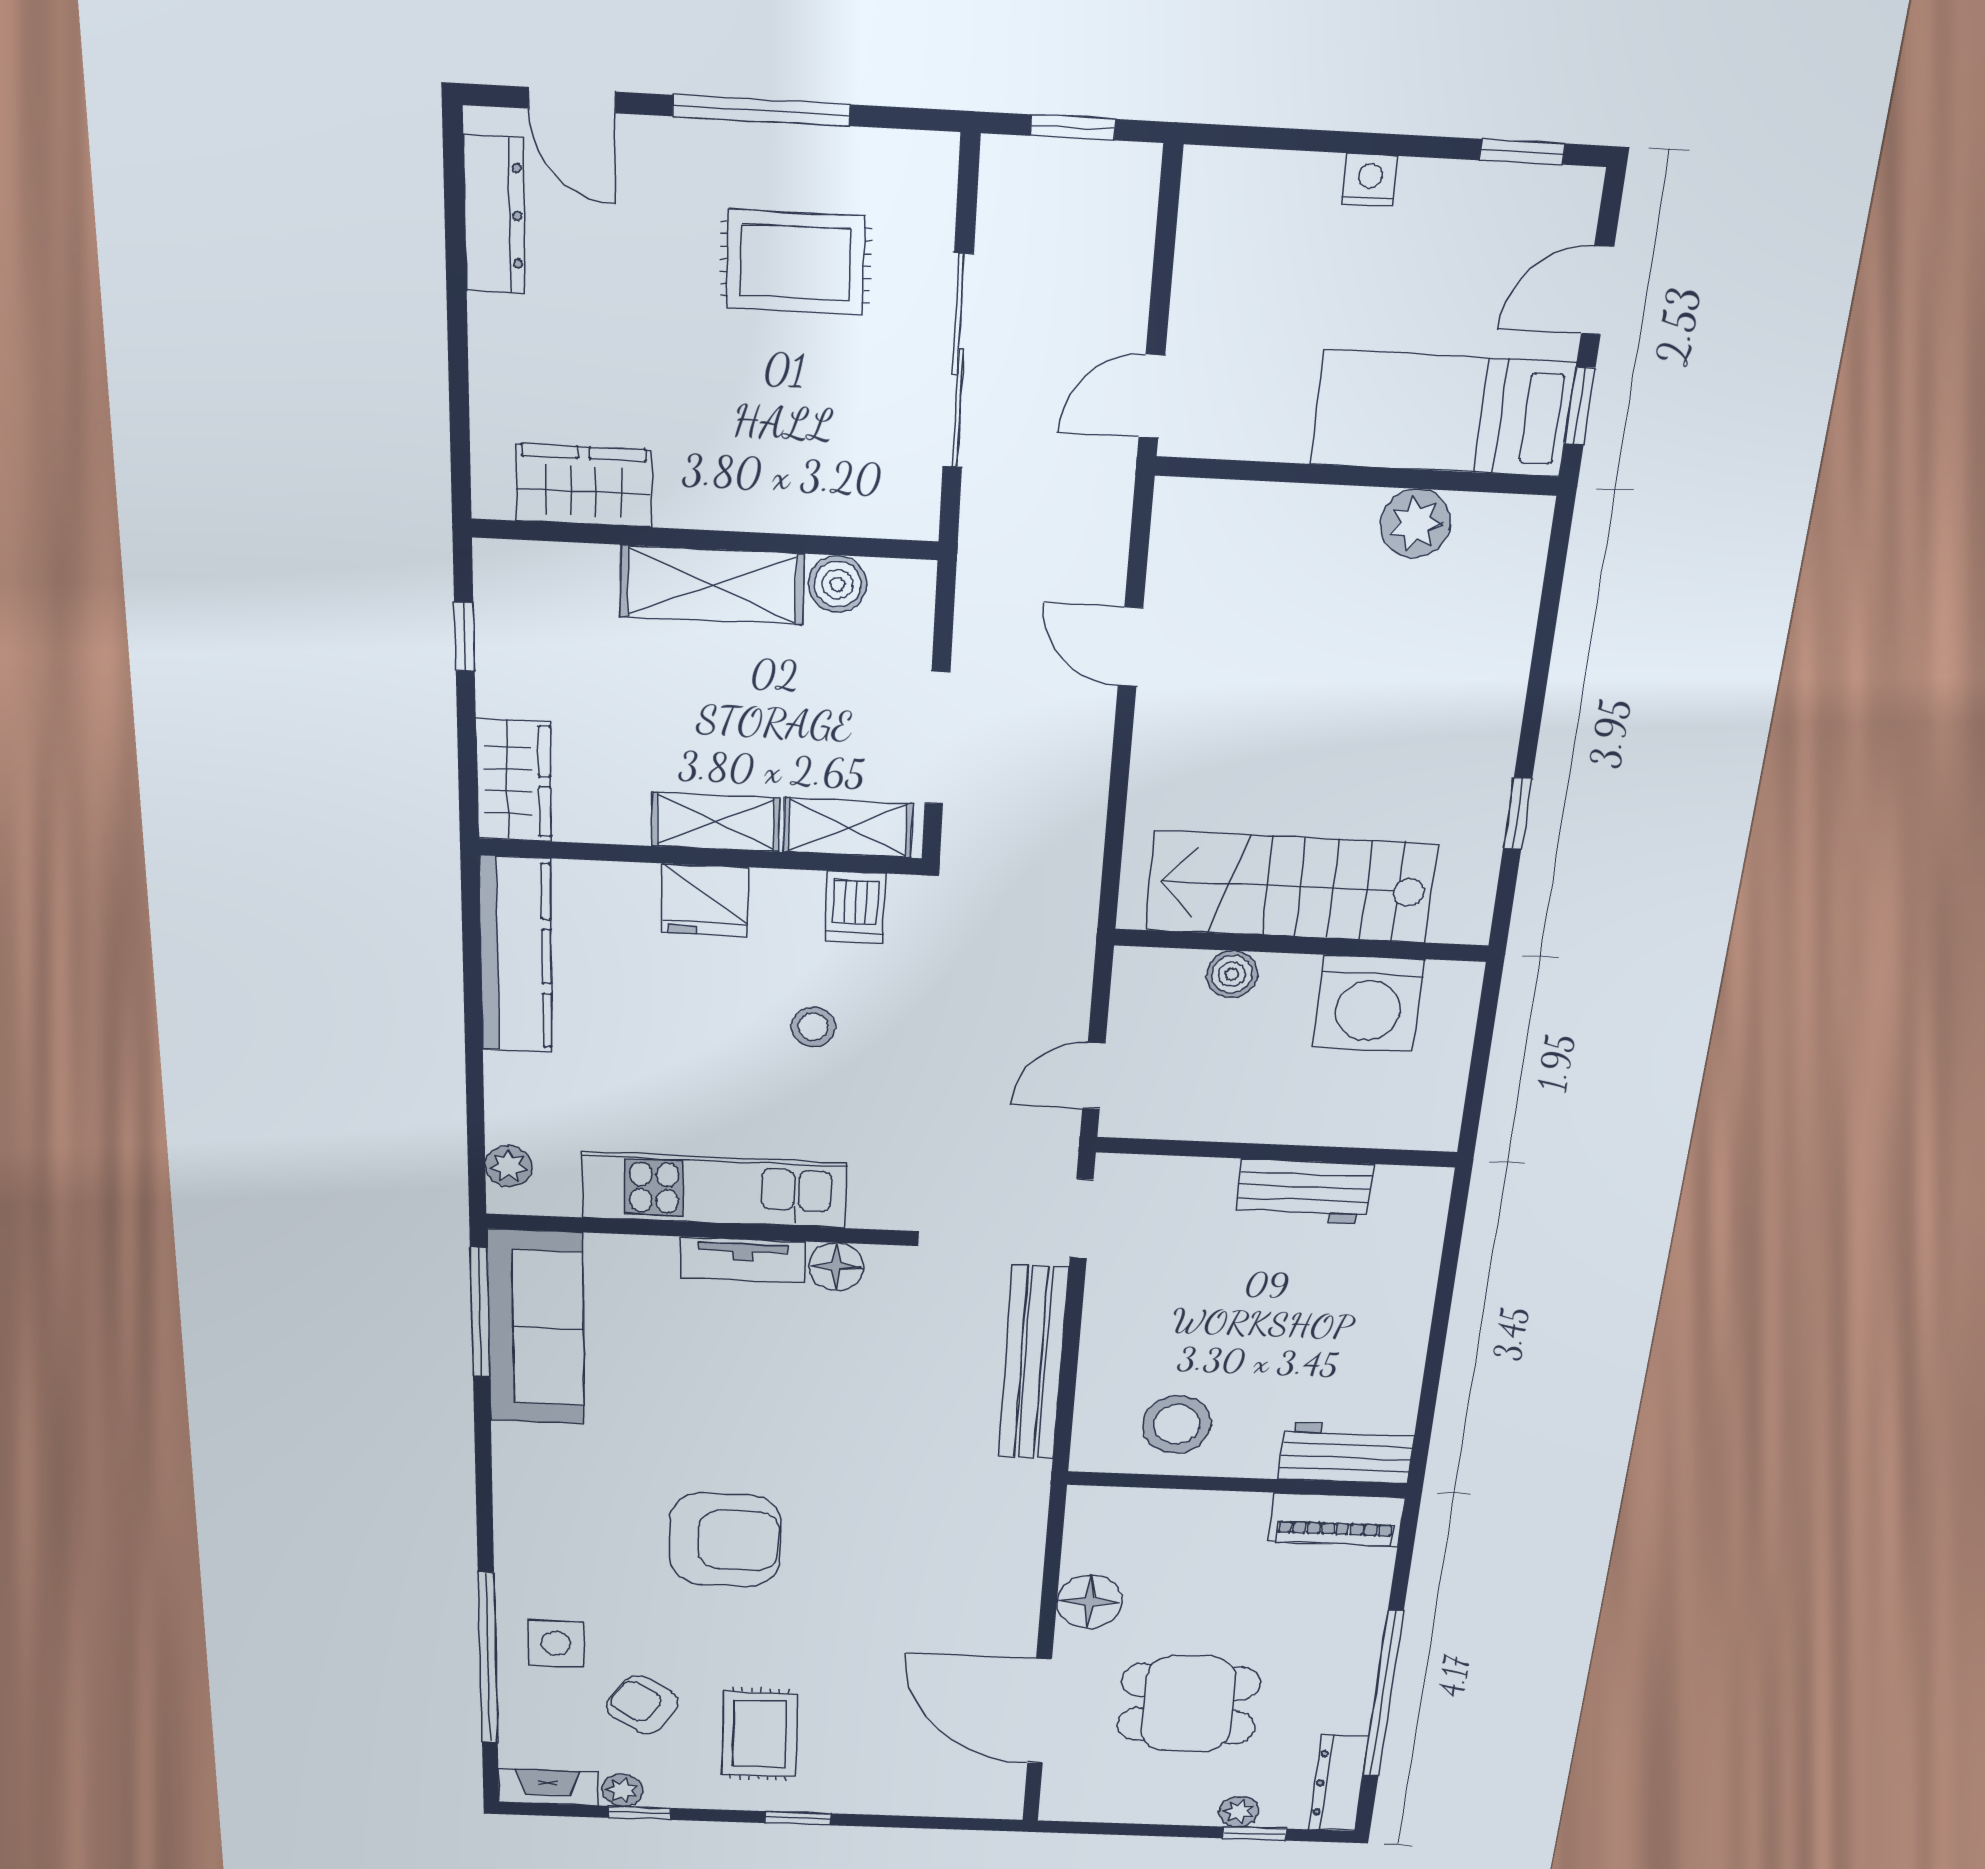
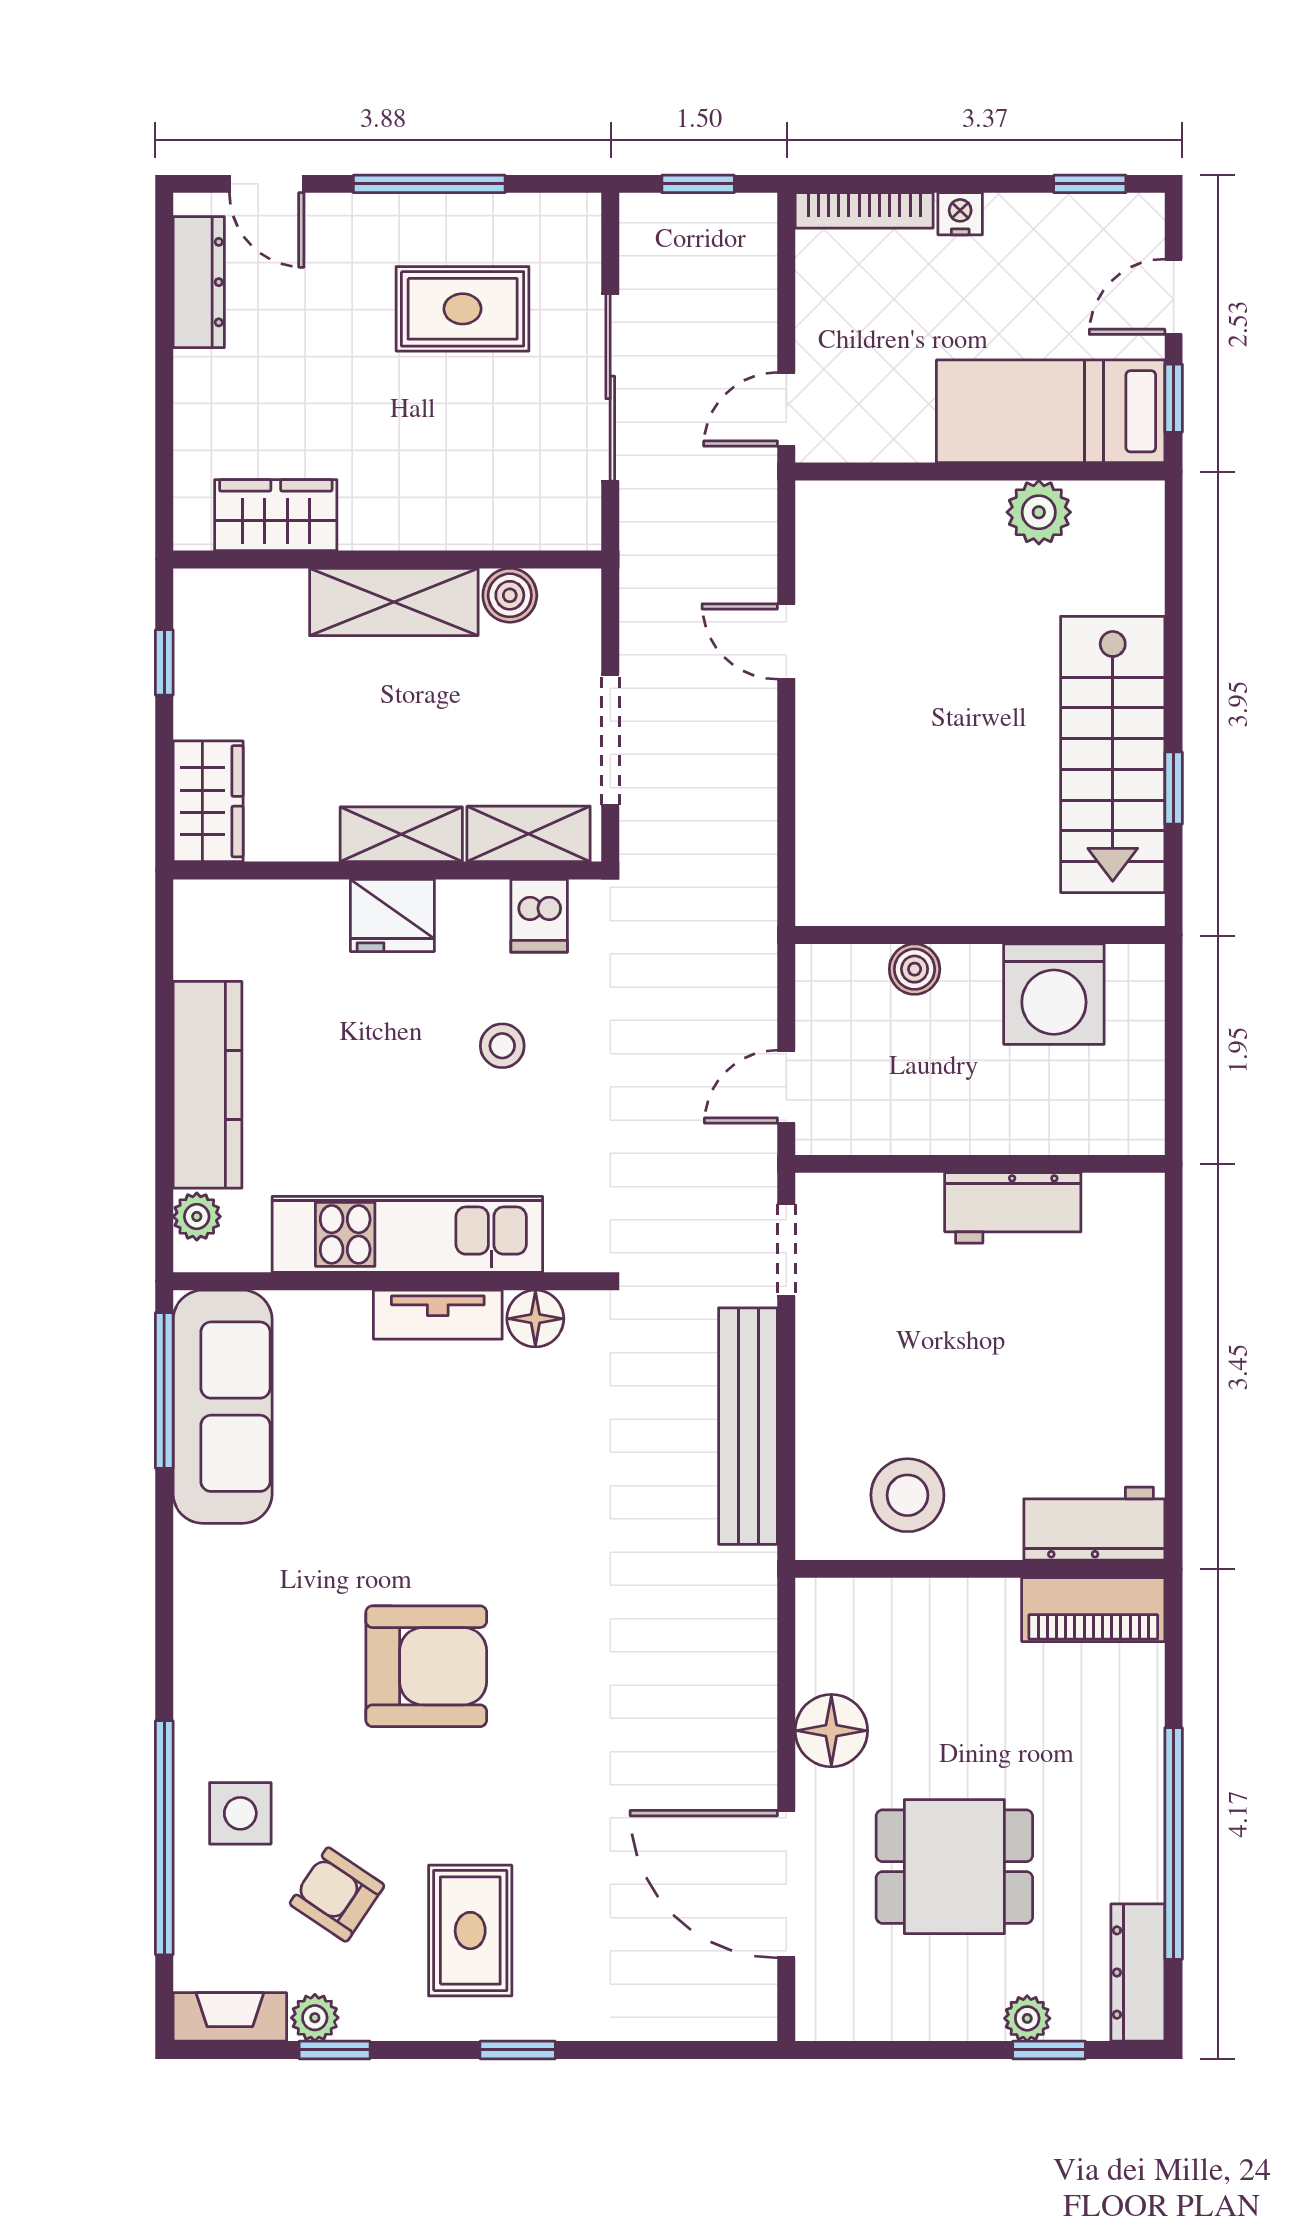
bookcase: (1261, 170) -> (864, 210), added
stairs: (1291, 887) -> (1113, 754), moved, turned -90
kitchen counter: (516, 955) -> (207, 1085), moved

